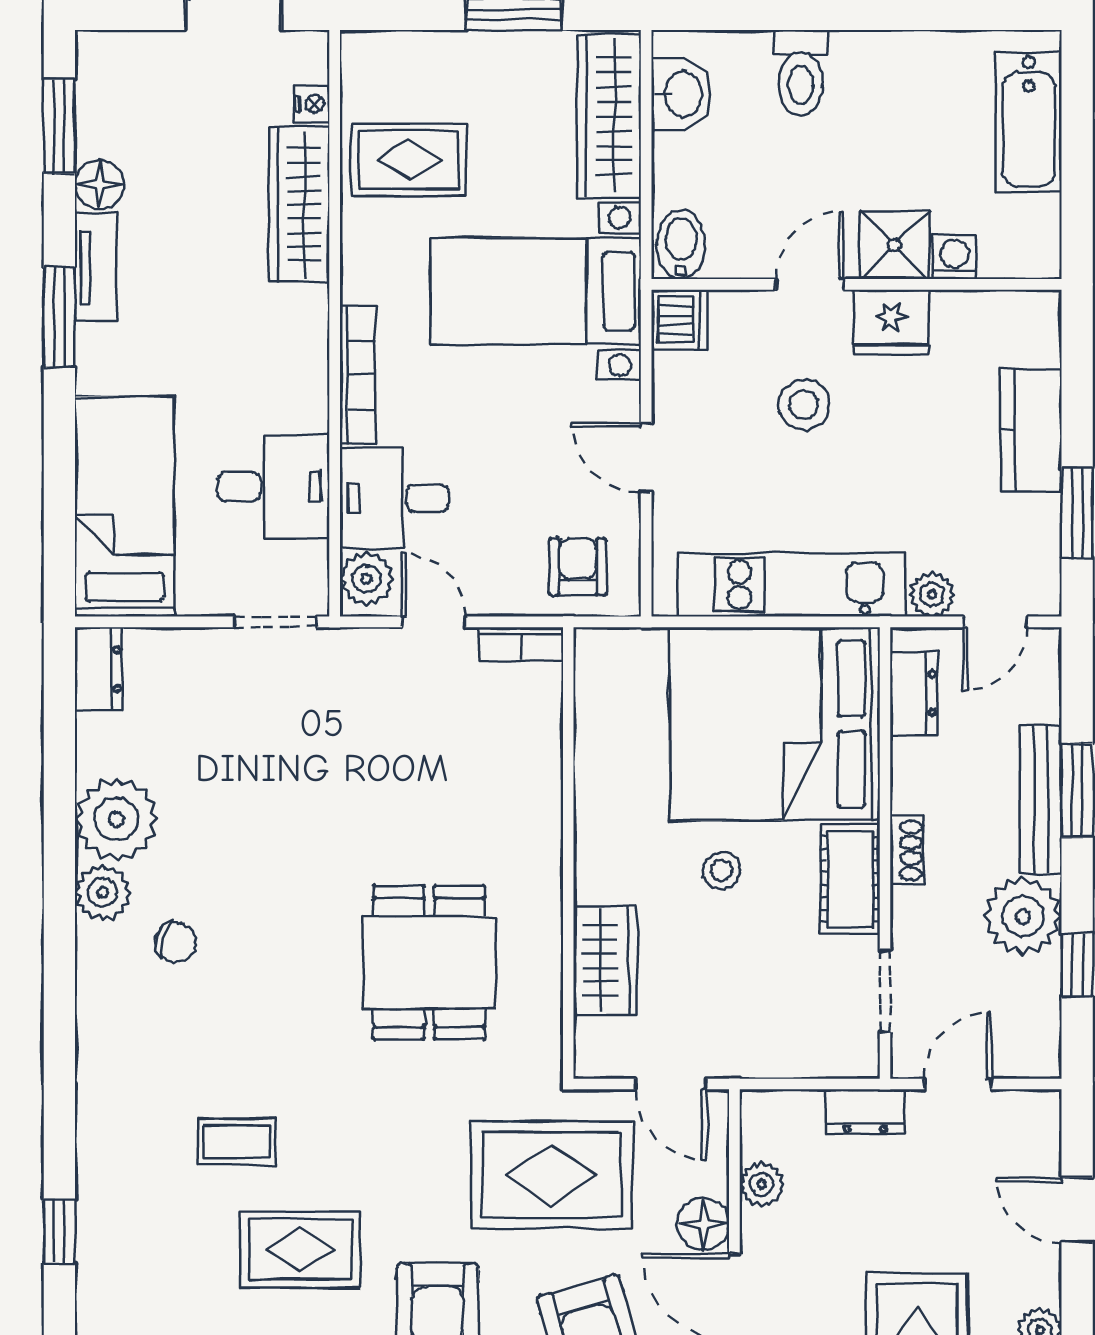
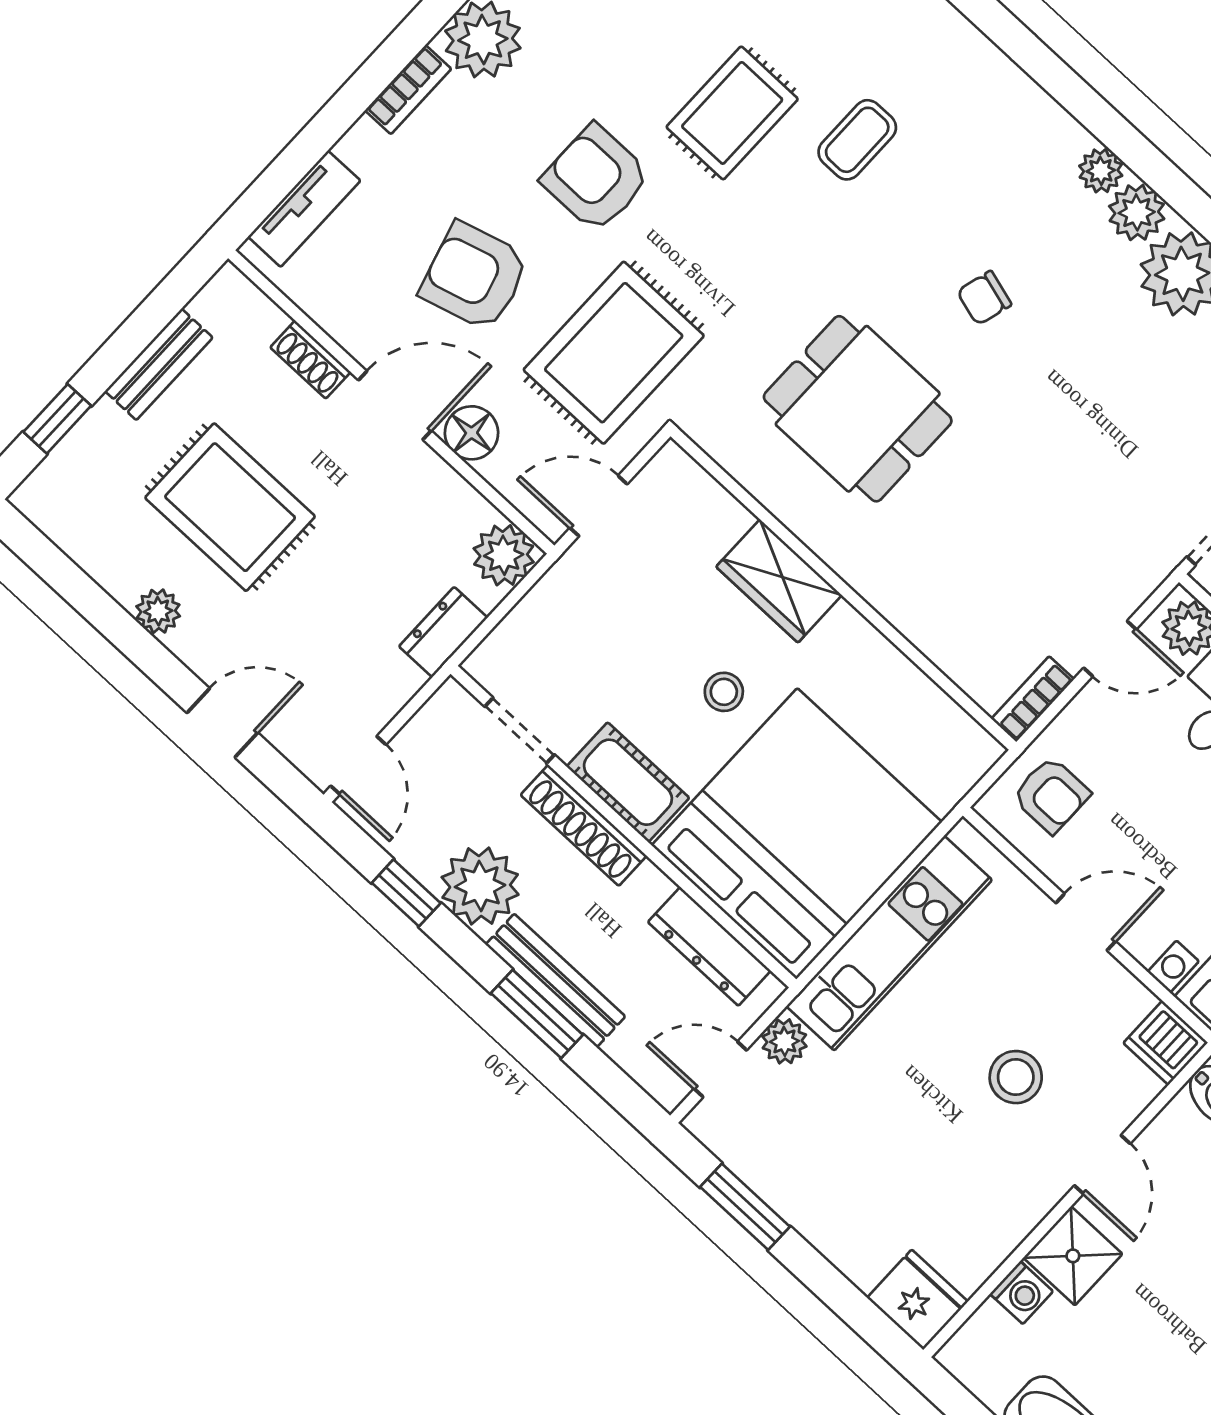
fridge: (891, 322) -> (917, 1300), moved, turned 90
kitchen counter: (1031, 430) -> (839, 1229), removed
door: (995, 622) -> (720, 1069), hinge flipped
dresser: (914, 693) -> (709, 946), width x1.44
shoe rack: (907, 850) -> (584, 825), width x1.94, depth x1.24
chair: (175, 942) -> (984, 298), moved
plant: (97, 946) -> (1101, 171), added
wardrobe: (605, 960) -> (779, 581), moved
door: (958, 1084) -> (358, 765), moved
plant: (762, 1184) -> (504, 555), moved, width x1.38, depth x1.38

